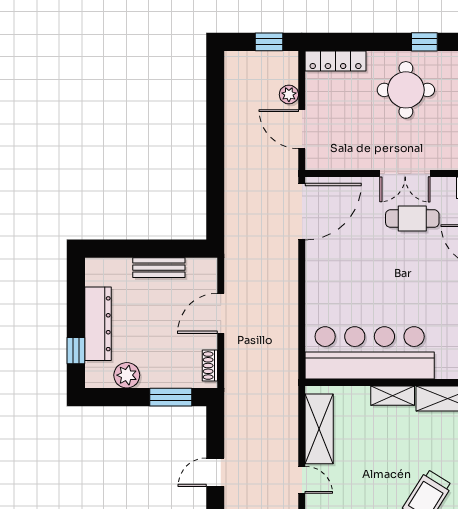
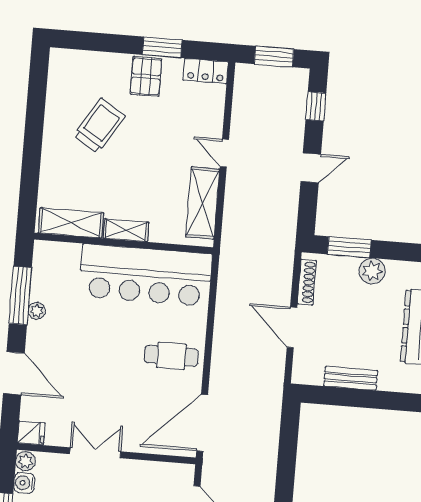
cafe table: (412, 219) -> (171, 356), moved
door: (221, 313) -> (292, 327), swing flipped
shoe rack: (210, 366) -> (307, 282), width x1.43
plant: (127, 375) -> (372, 271), moved

